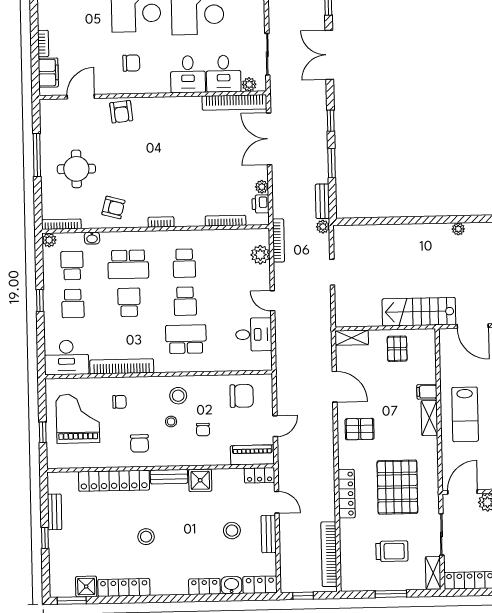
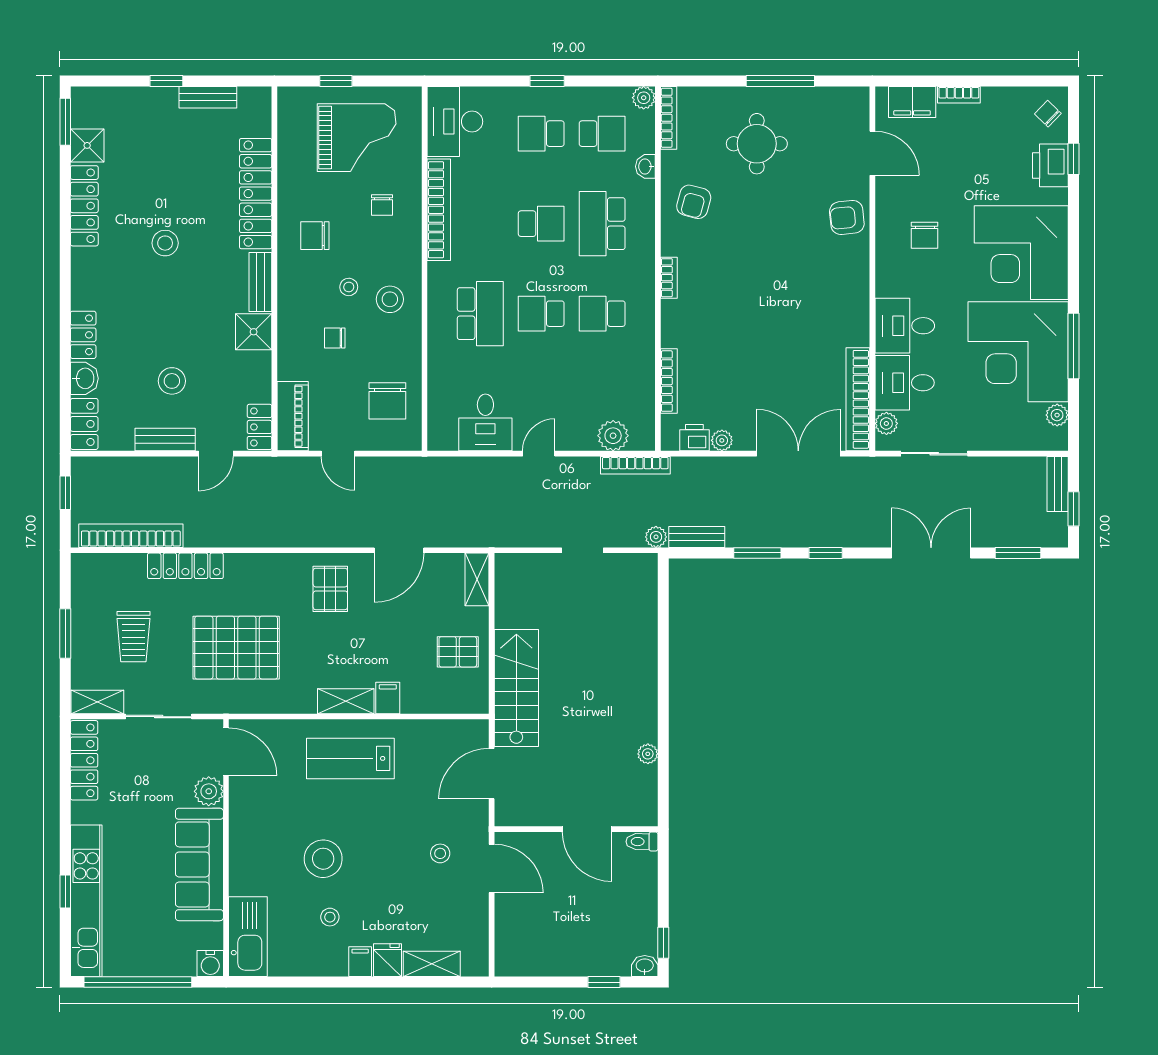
locker: (347, 494) -> (185, 566), moved

